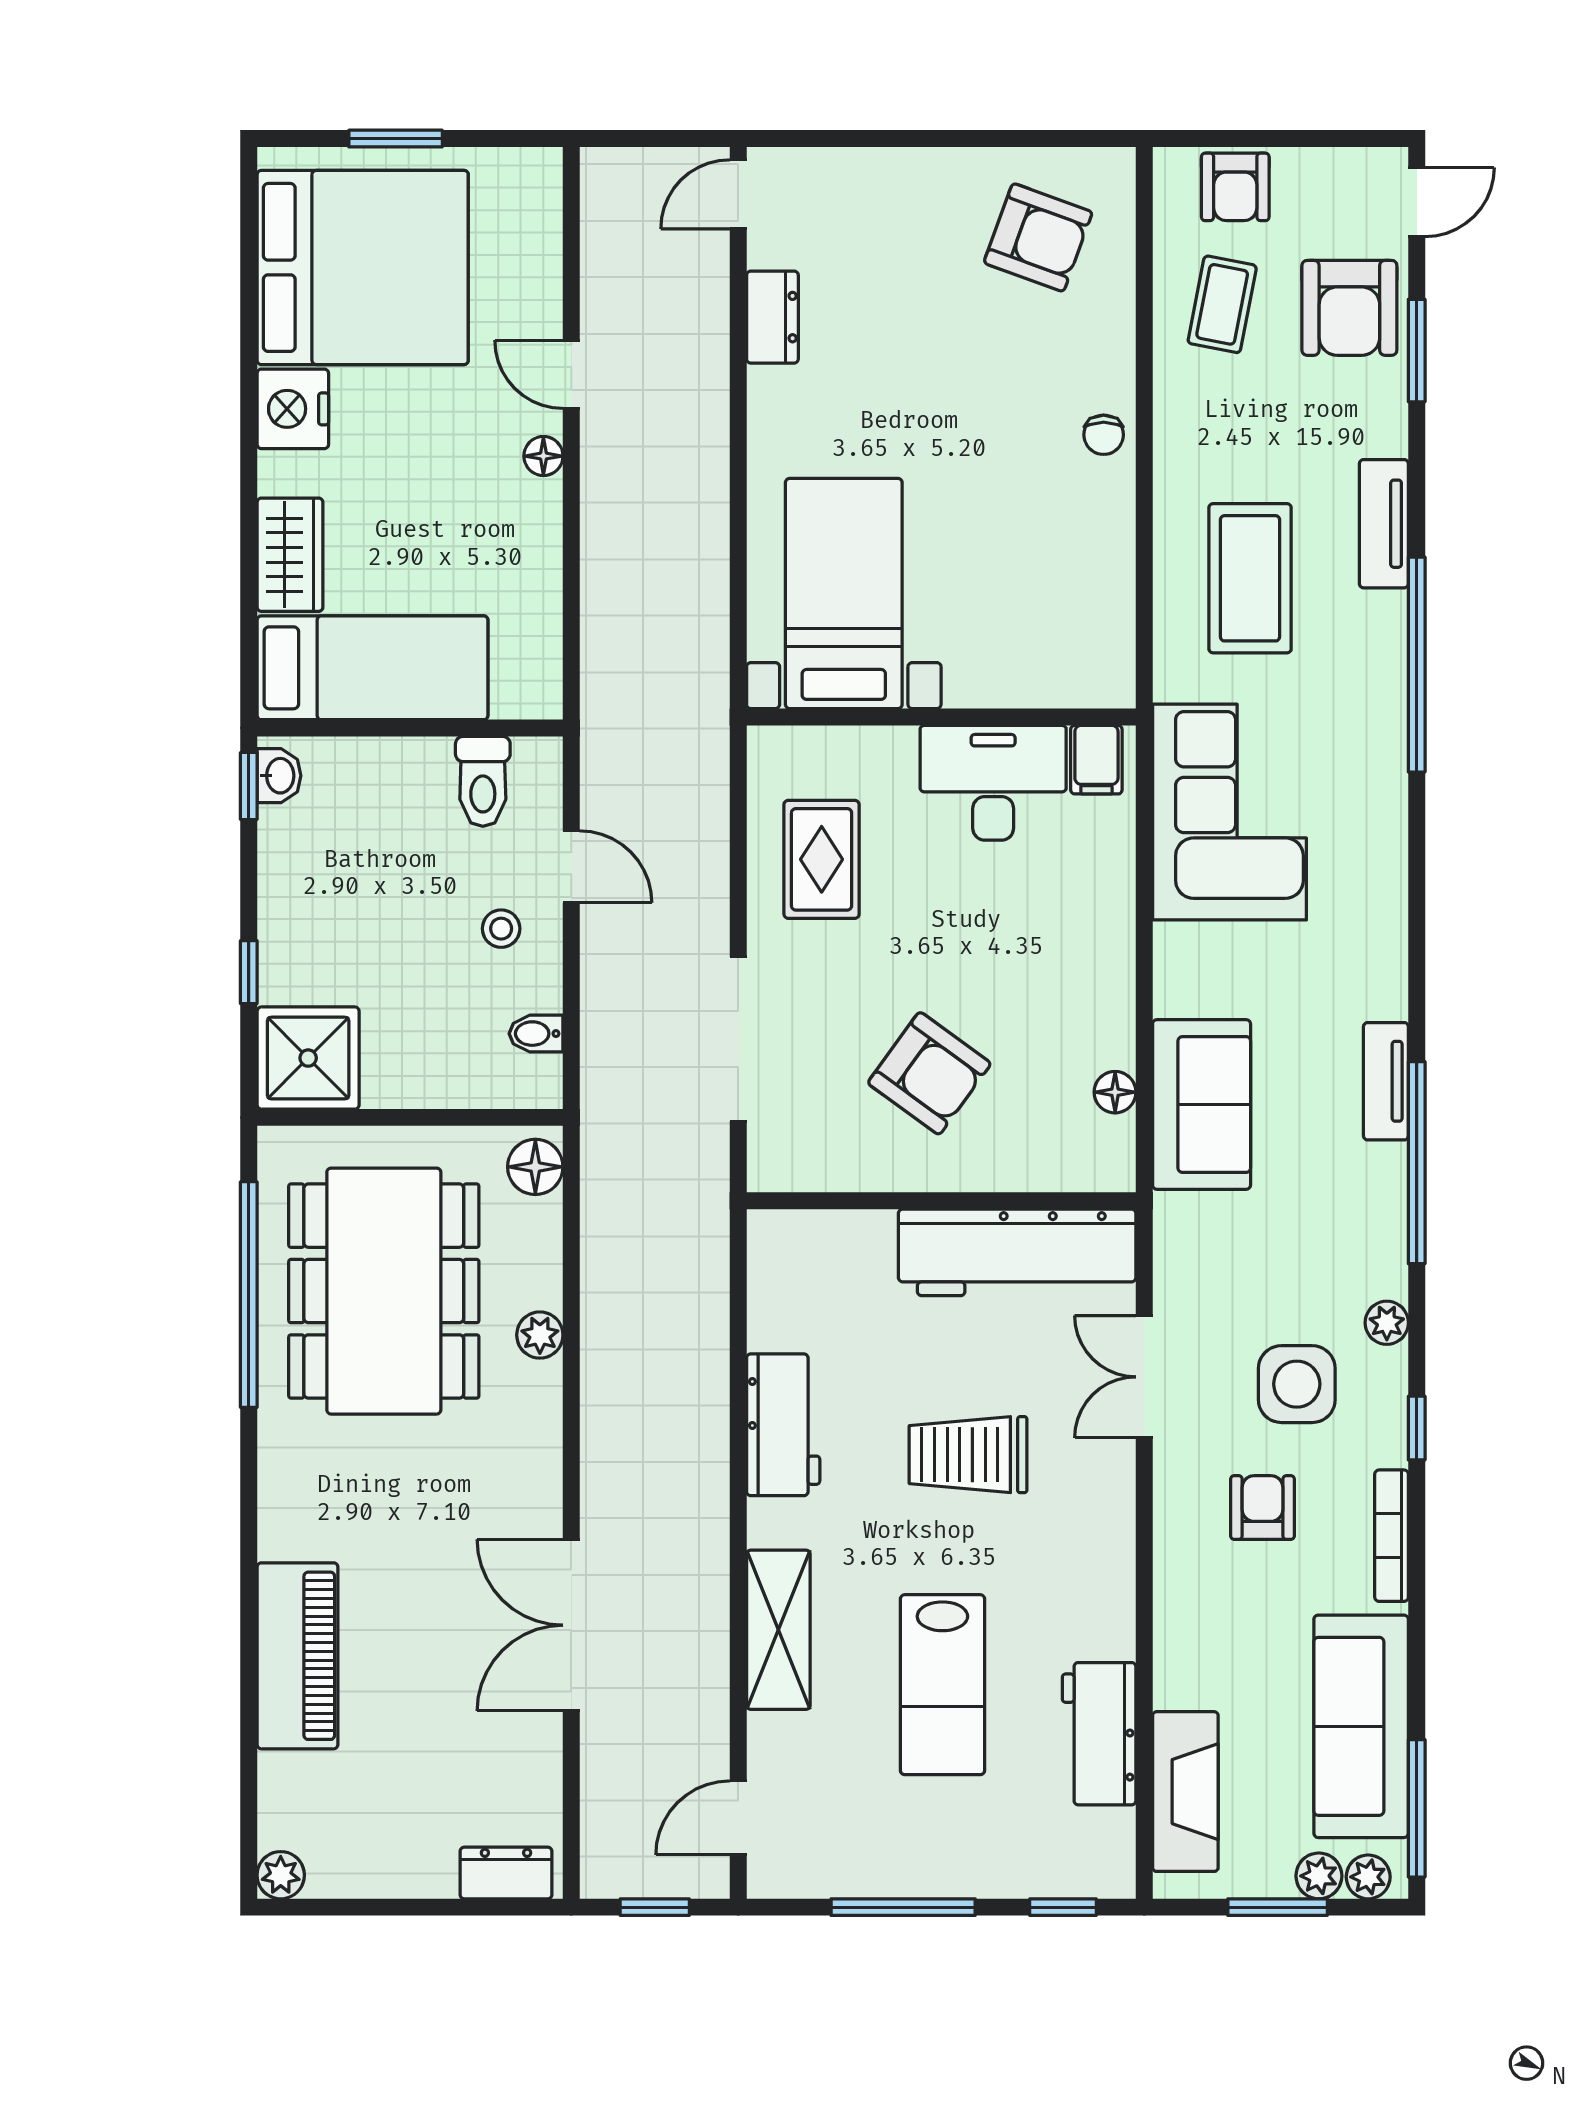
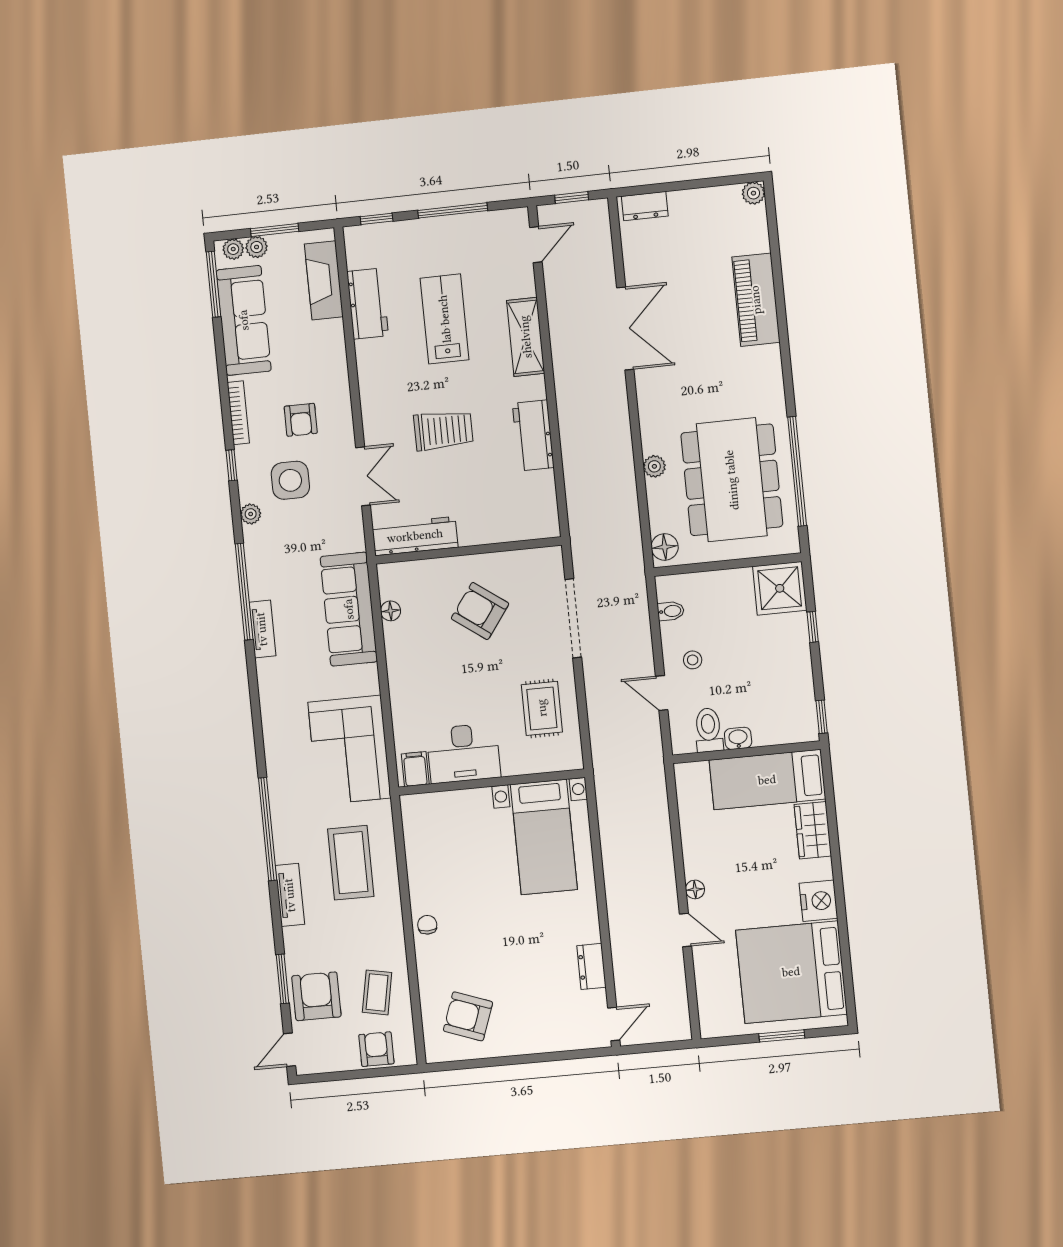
washbasin: (279, 776) -> (738, 738), moved, turned 90
sofa: (1202, 1104) -> (349, 609), width x1.36
workbench: (1017, 1252) -> (415, 536), width x0.73, depth x0.76

